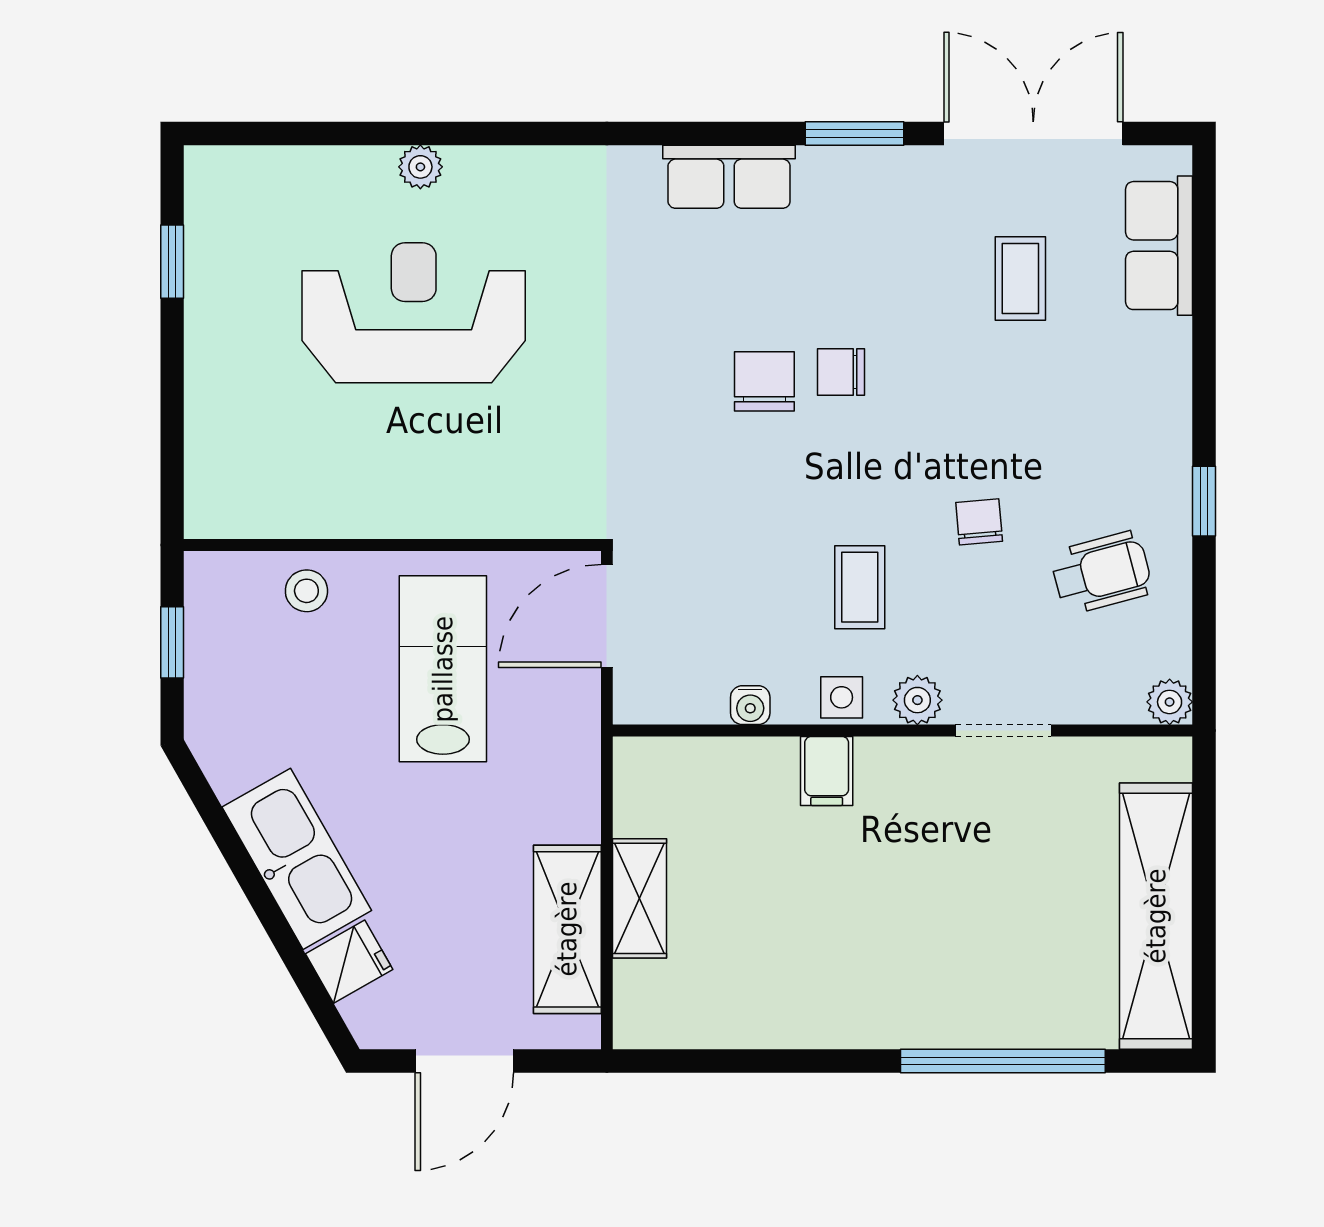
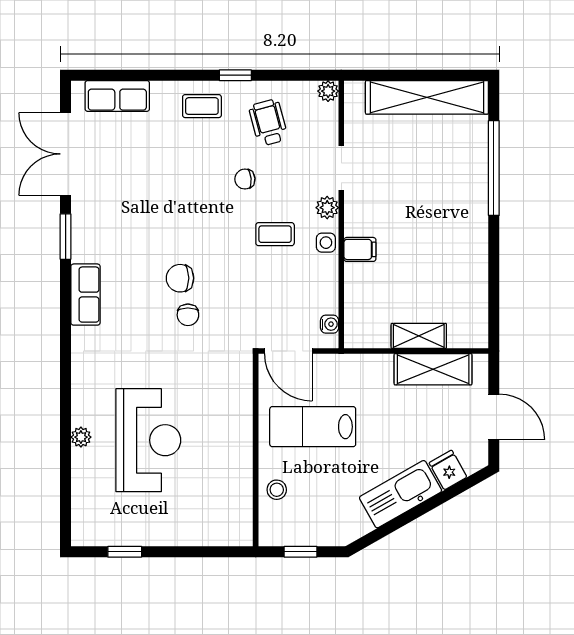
coffee table: (1020, 278) -> (202, 106), moved
reception desk: (414, 313) -> (148, 440), turned 180
chair: (841, 372) -> (188, 315), moved
water cooler: (750, 705) -> (330, 324), moved

